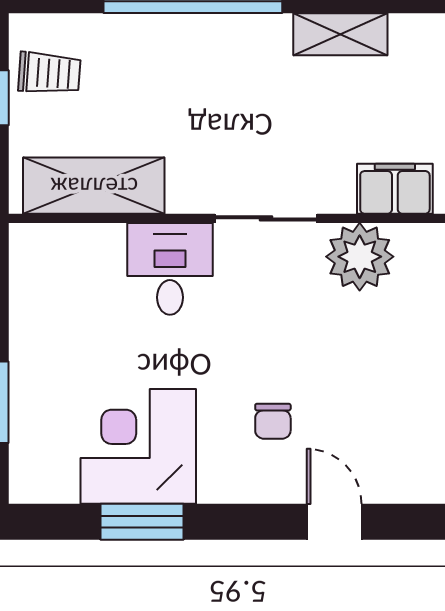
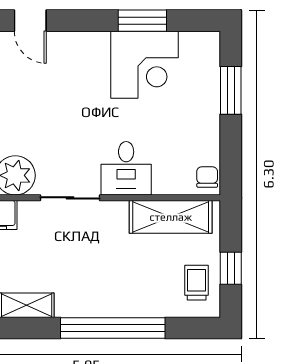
trolley: (49, 73) -> (197, 283), turned 86
chair: (273, 421) -> (207, 177), moved

